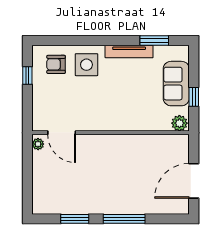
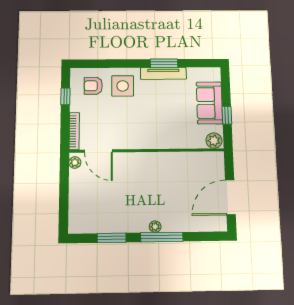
window: (154, 41) -> (164, 63), moved
bookcase: (37, 112) -> (74, 131), added
plant: (118, 209) -> (155, 227), added

